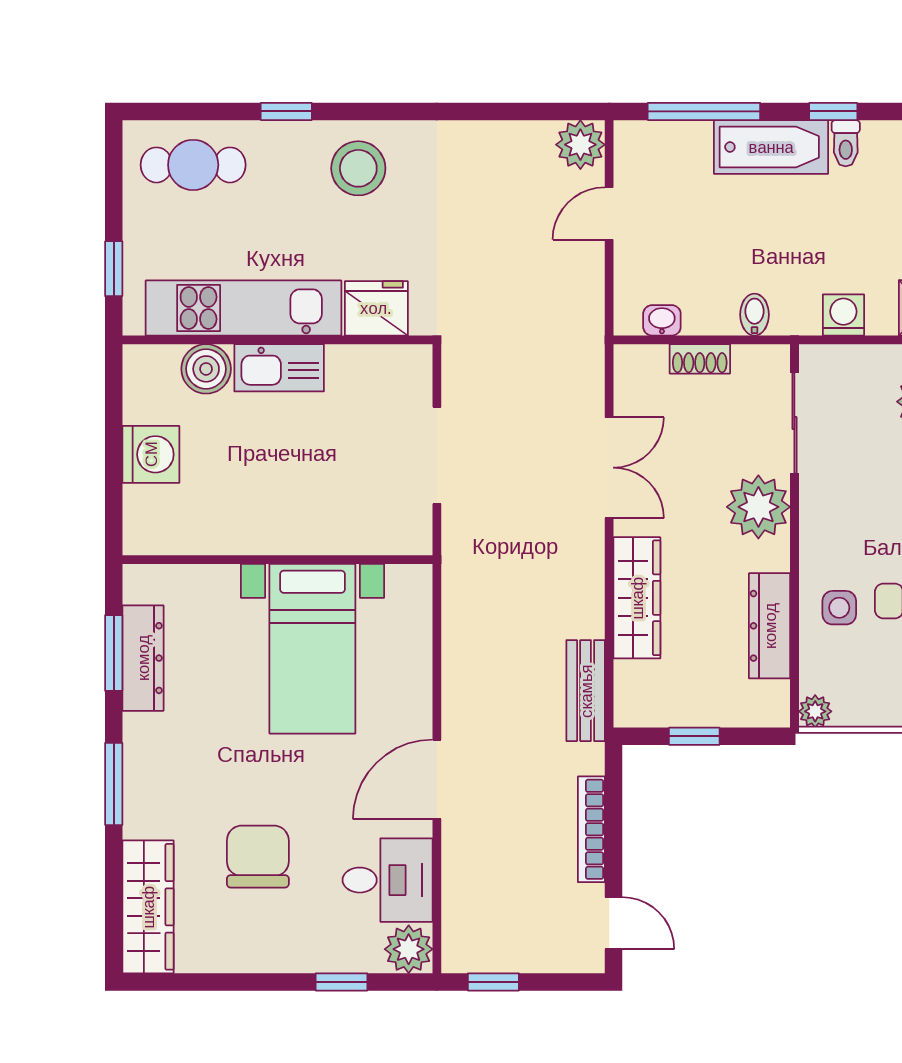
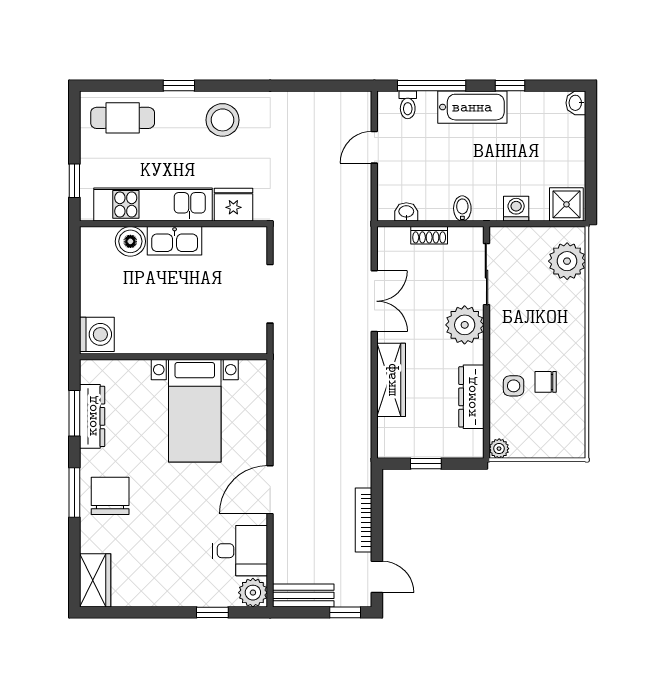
toilet: (846, 143) -> (408, 105), moved
plant: (580, 145) -> (357, 106), removed
washing machine: (151, 454) -> (97, 334), moved
bench: (586, 691) -> (303, 595), moved, turned 90
chair: (258, 857) -> (110, 496), moved
wardrobe: (148, 907) -> (95, 580), width x0.67
window: (493, 982) -> (345, 612), moved

